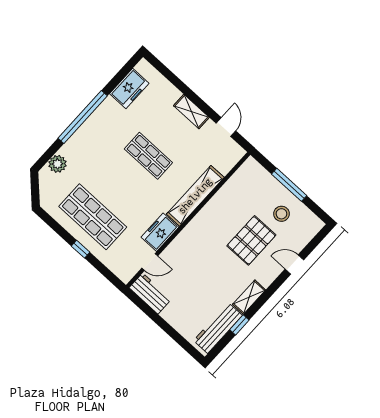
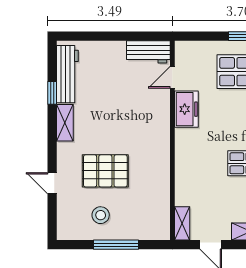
shelving: (195, 196) -> (182, 223), moved, width x0.45, depth x0.75
pallet: (251, 240) -> (105, 171), turned 90
door: (294, 265) -> (52, 183), swing flipped

